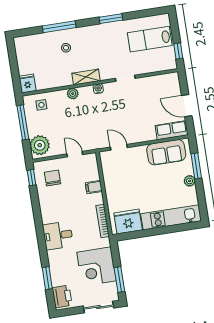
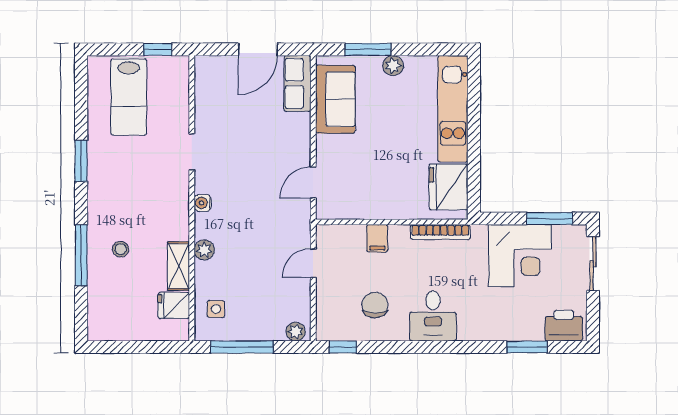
shelving: (86, 77) -> (178, 266), moved
fridge: (27, 84) -> (174, 305), moved
plant: (40, 145) -> (296, 332), width x0.53, depth x0.53
chair: (52, 178) -> (375, 305), moved, turned 90
desk: (58, 235) -> (433, 316), moved

